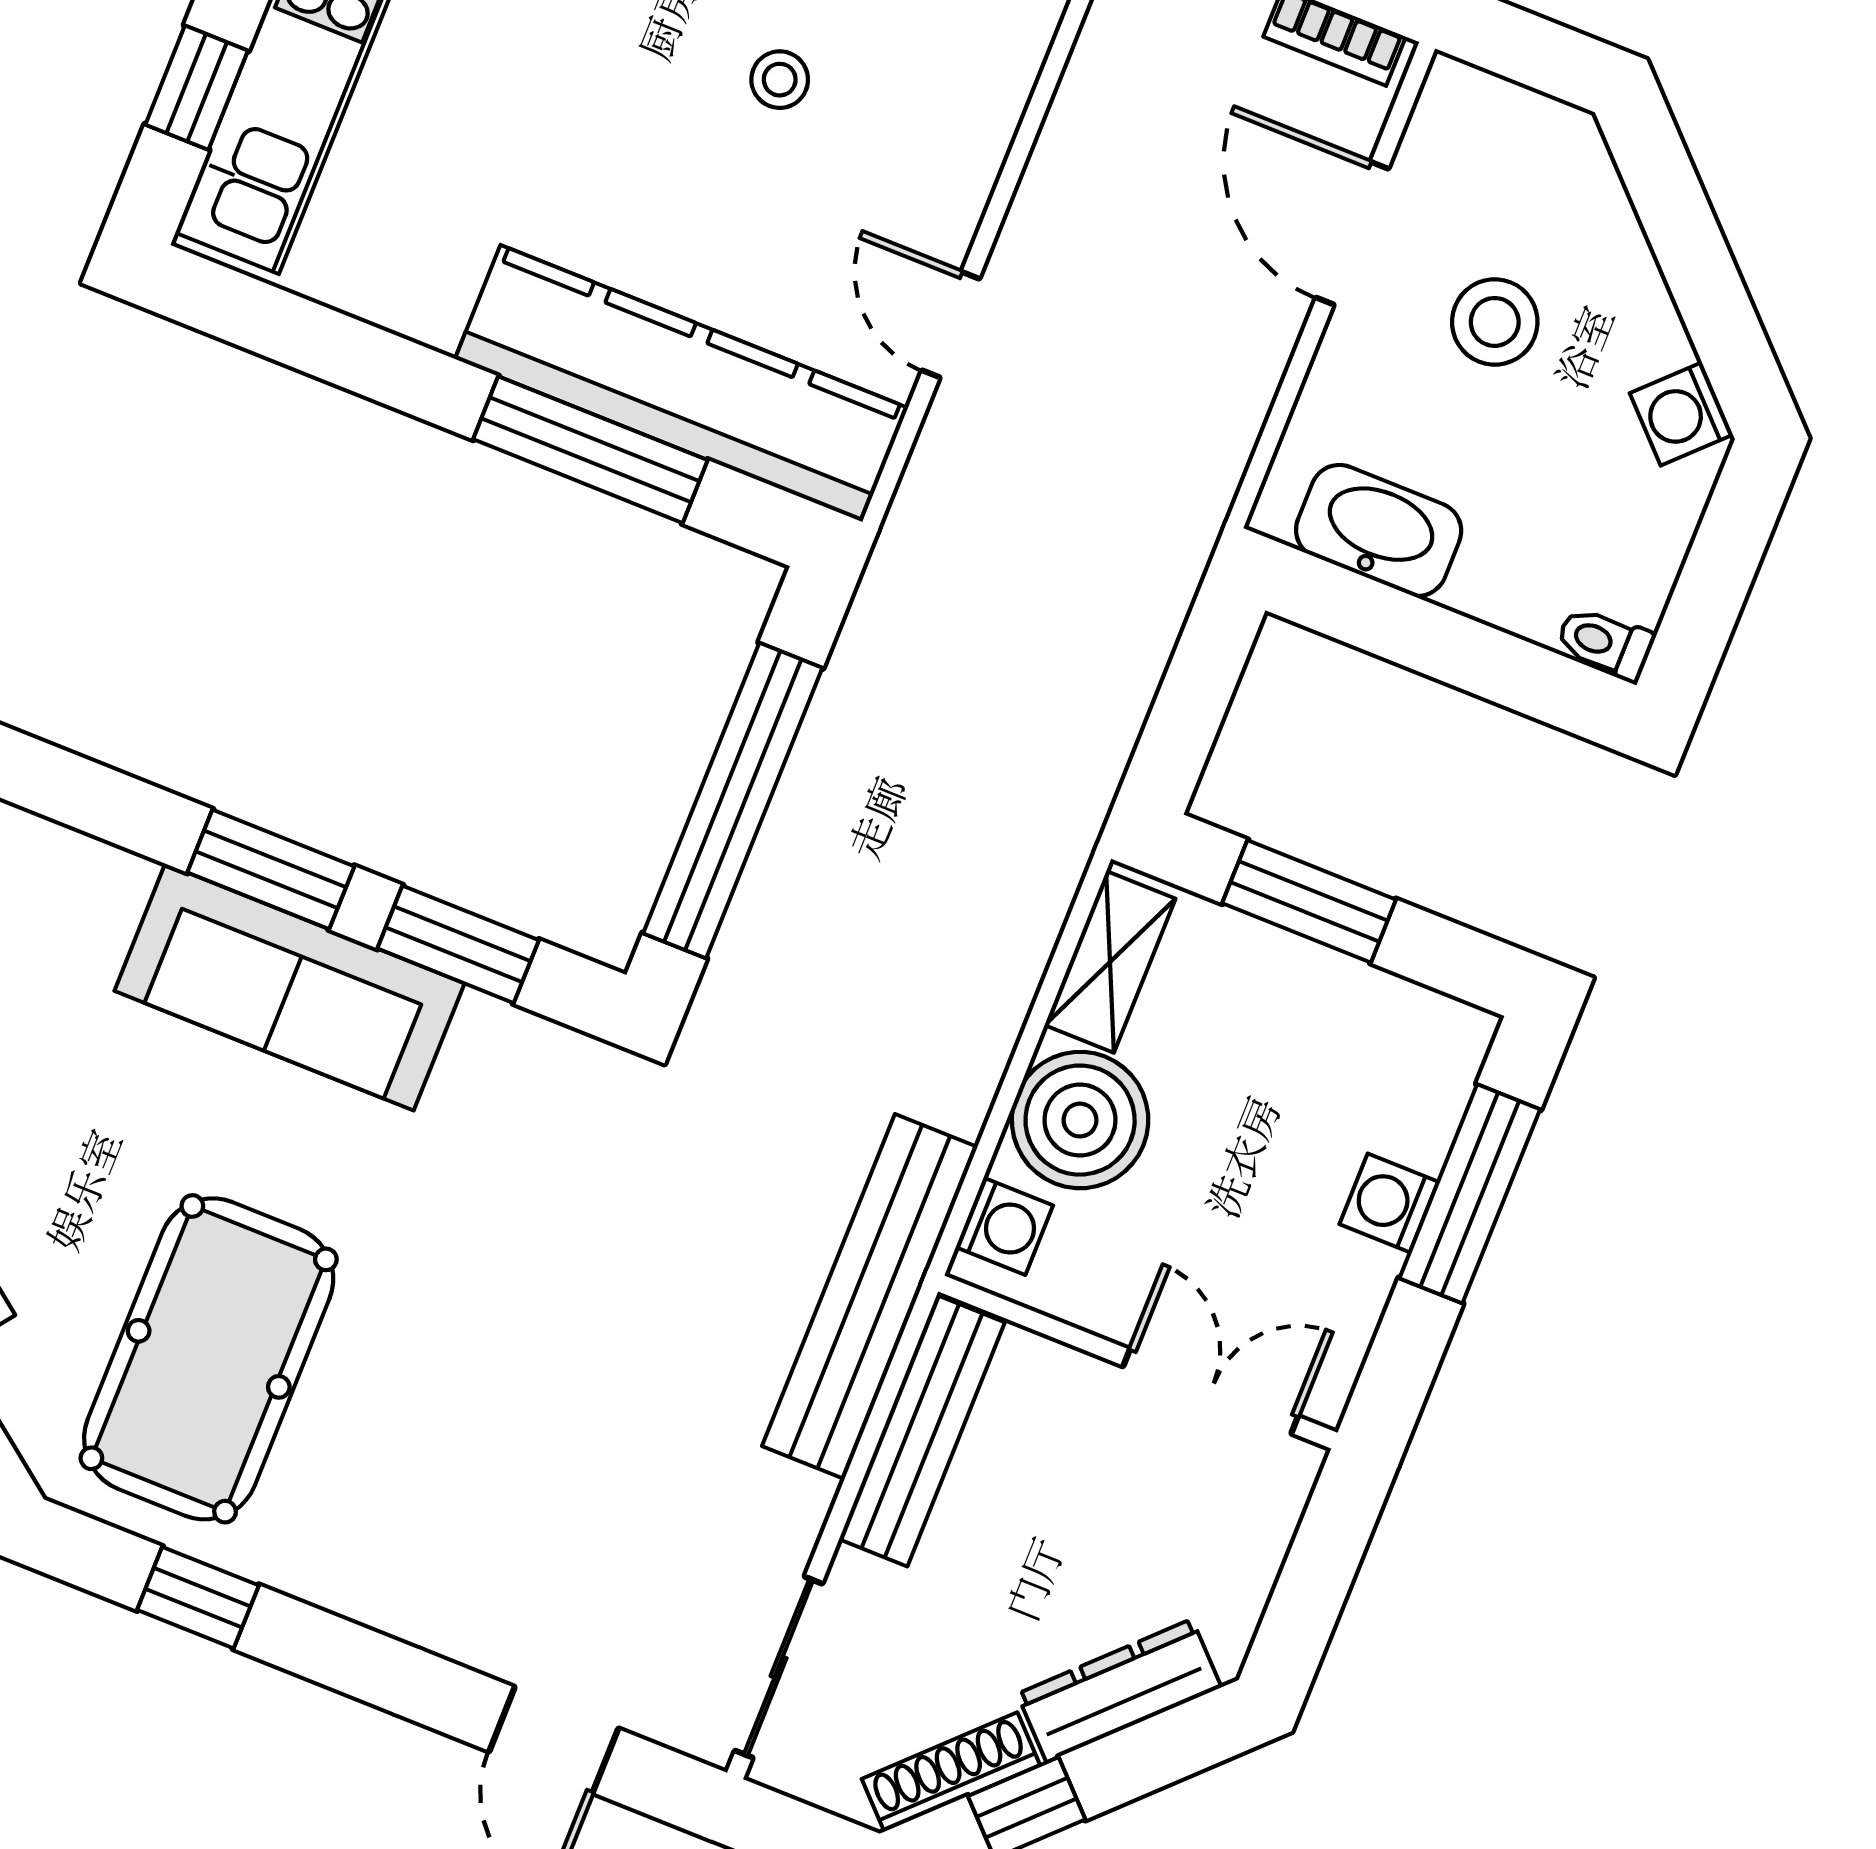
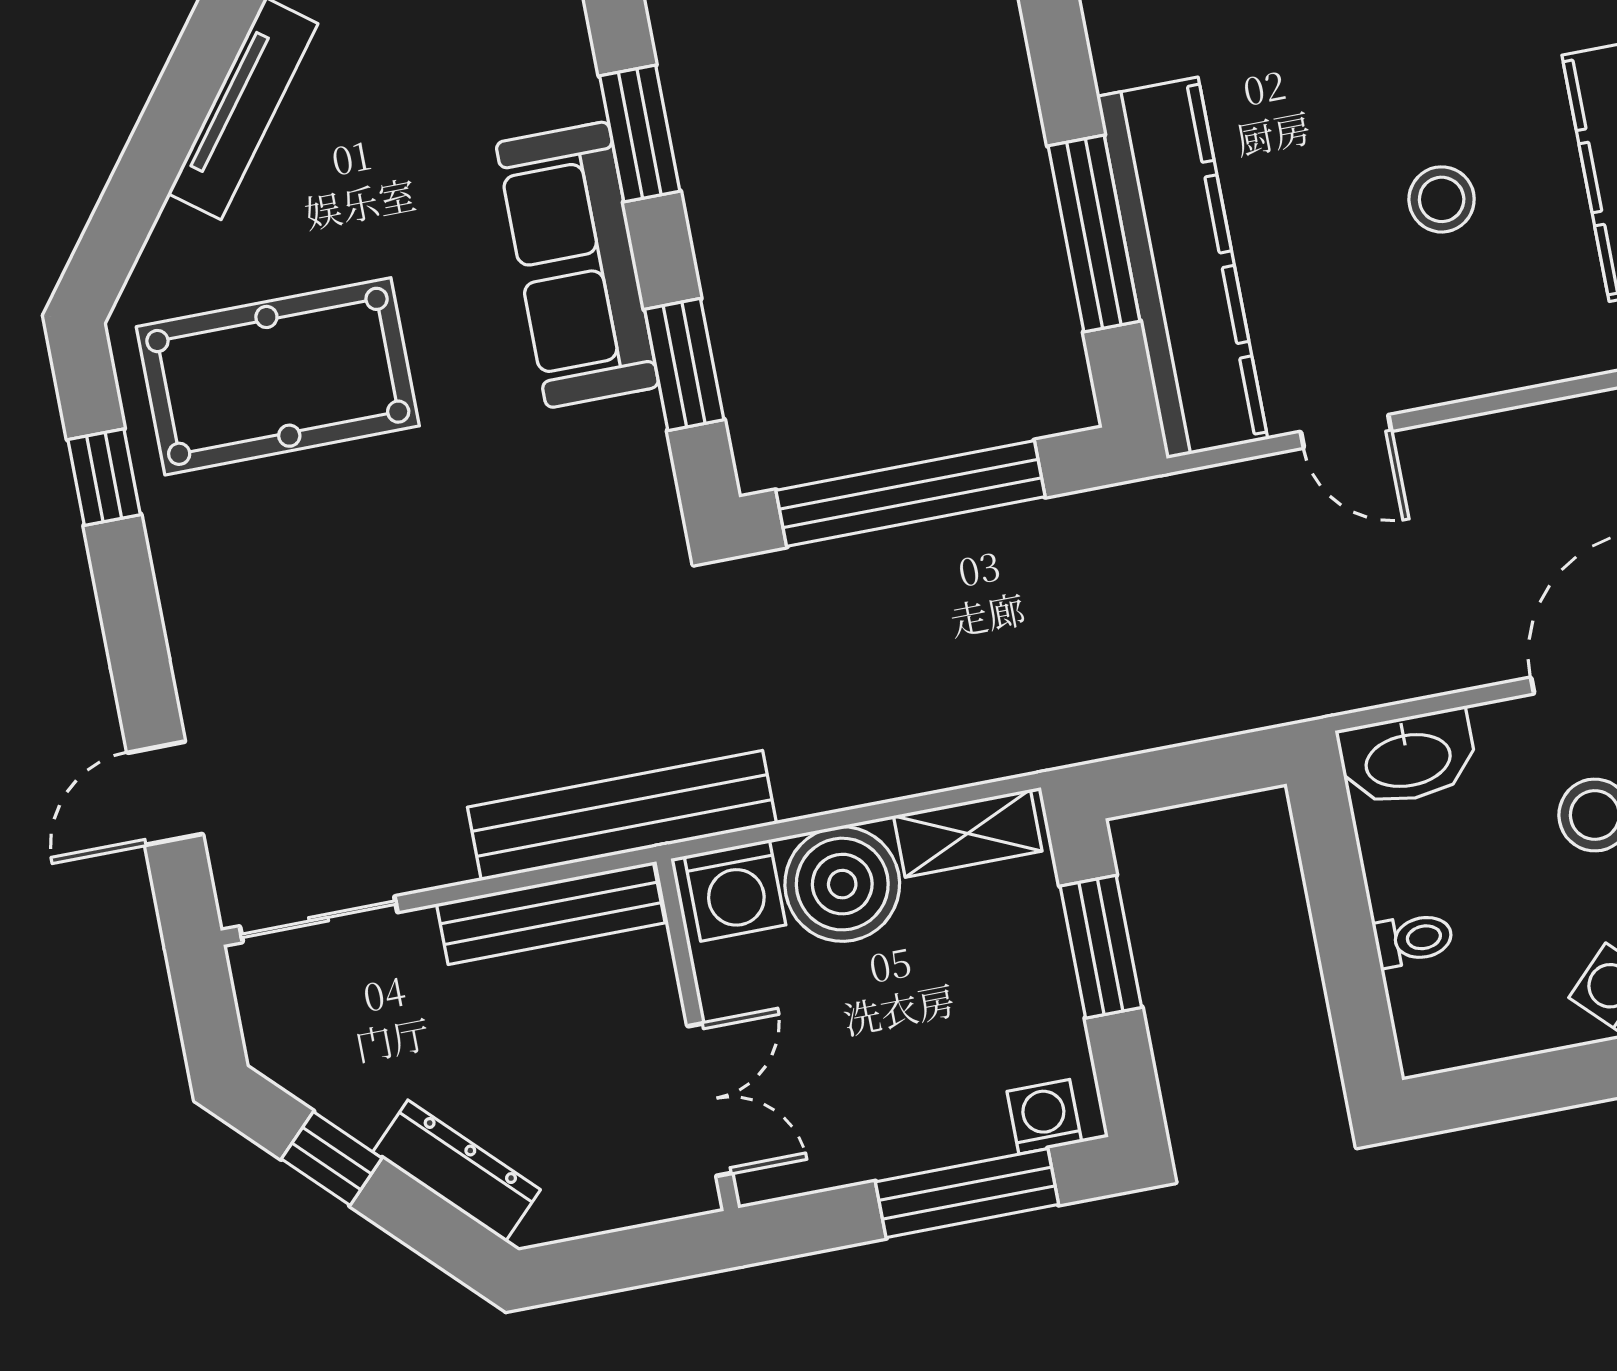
stool: (780, 80) -> (1442, 199), width x1.37, depth x1.37
door: (951, 324) -> (1346, 431), swing flipped
washbasin: (1379, 530) -> (1408, 758), moved, turned 90
toilet: (1605, 643) -> (1413, 939), moved, turned 90
window: (271, 869) -> (640, 134), moved
washing machine: (1389, 1203) -> (1044, 1117), moved
washing machine: (1004, 1226) -> (735, 891), width x1.38, depth x1.38
shoe rack: (951, 1772) -> (323, 1089), removed

